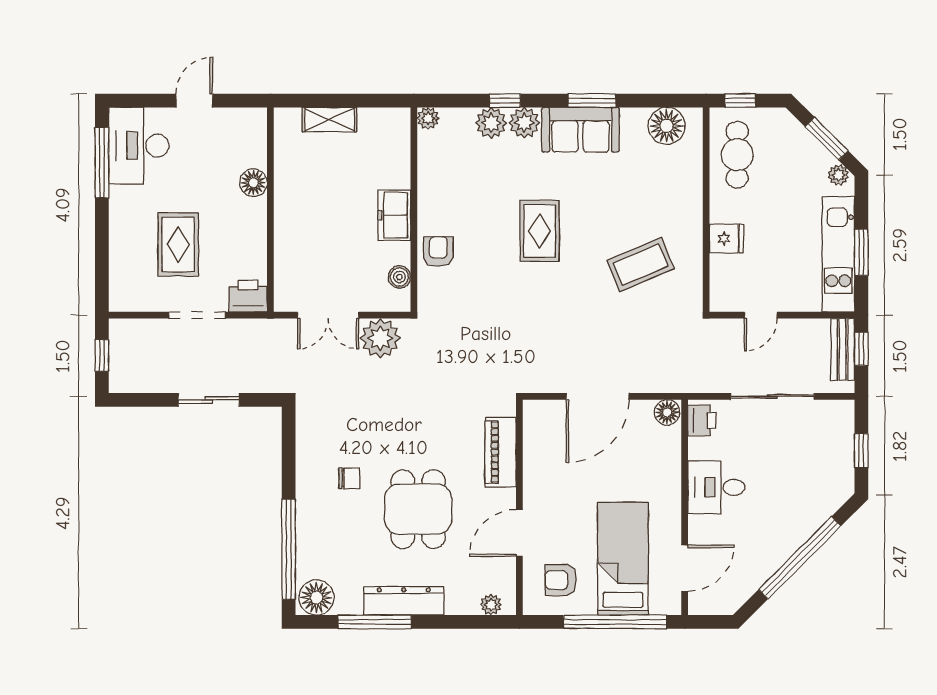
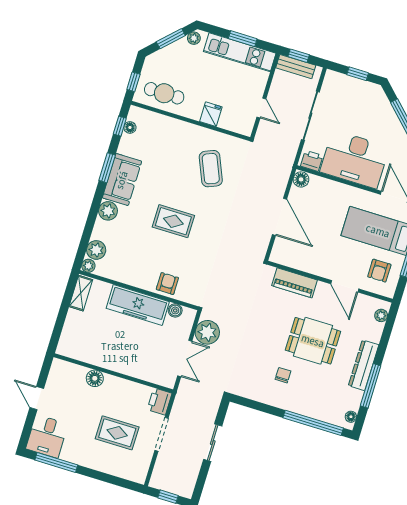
window: (505, 101) -> (120, 126), moved
shelving: (329, 120) -> (81, 293), moved
plant: (491, 123) -> (96, 250), moved
floor lamp: (667, 126) -> (130, 127), width x0.53, depth x0.53
desk: (139, 146) -> (47, 436), width x0.73
freezer: (394, 215) -> (138, 305), width x1.91, depth x1.26
armchair: (438, 252) -> (167, 284), turned 90
desk: (716, 487) -> (355, 159), width x1.87, depth x1.30
floor lamp: (316, 598) -> (351, 417), width x0.53, depth x0.53

